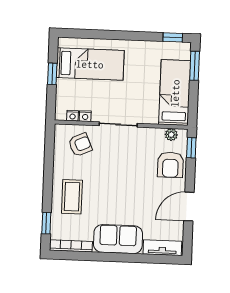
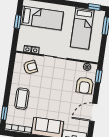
bed: (175, 93) -> (82, 28), moved, turned 180

